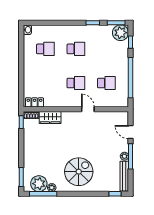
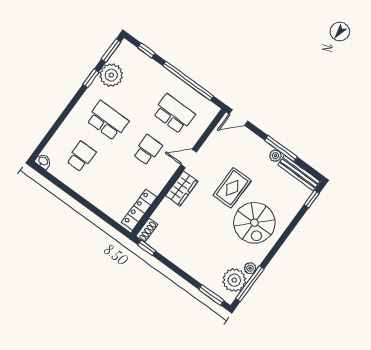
plant: (121, 33) -> (111, 75), moved
school desk: (76, 49) -> (107, 121), width x1.85
school desk: (106, 83) -> (174, 114), width x1.85
locker: (34, 102) -> (139, 210), width x1.53
wardrobe: (50, 118) -> (182, 188), moved
door: (131, 132) -> (238, 118), moved
rug: (89, 145) -> (232, 188), added
spiral stairs: (79, 172) -> (254, 223), turned 180

